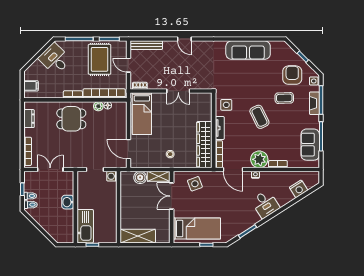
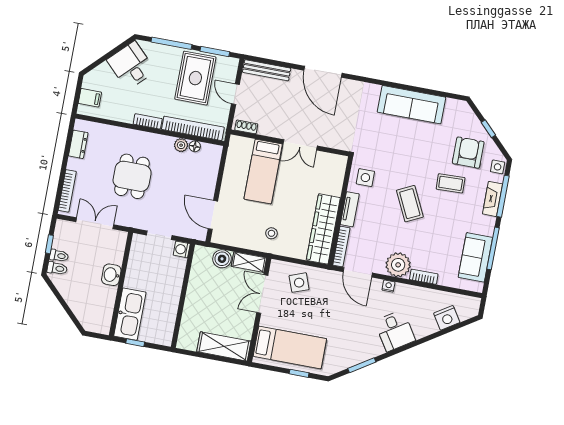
door: (184, 39) -> (323, 72), width x1.88
bed: (142, 114) -> (263, 172), moved
dining table: (71, 119) -> (132, 176), moved, turned 90
shelving: (138, 236) -> (224, 346), moved

